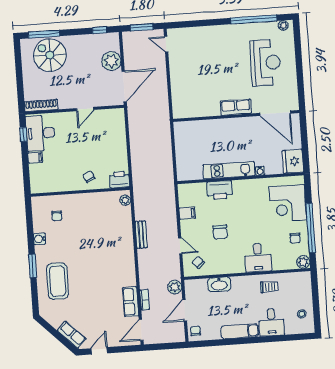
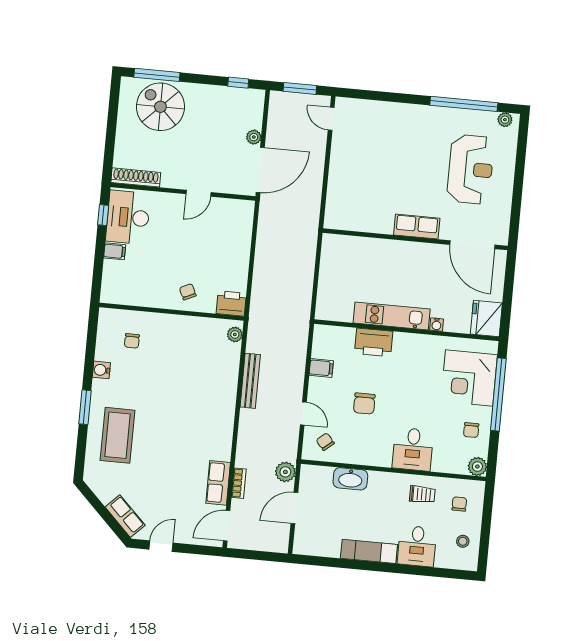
plant: (111, 61) -> (254, 137), width x0.53, depth x0.53
window: (311, 228) -> (498, 394), moved
bench: (141, 235) -> (250, 381), width x1.36
chair: (195, 331) -> (459, 504), moved

